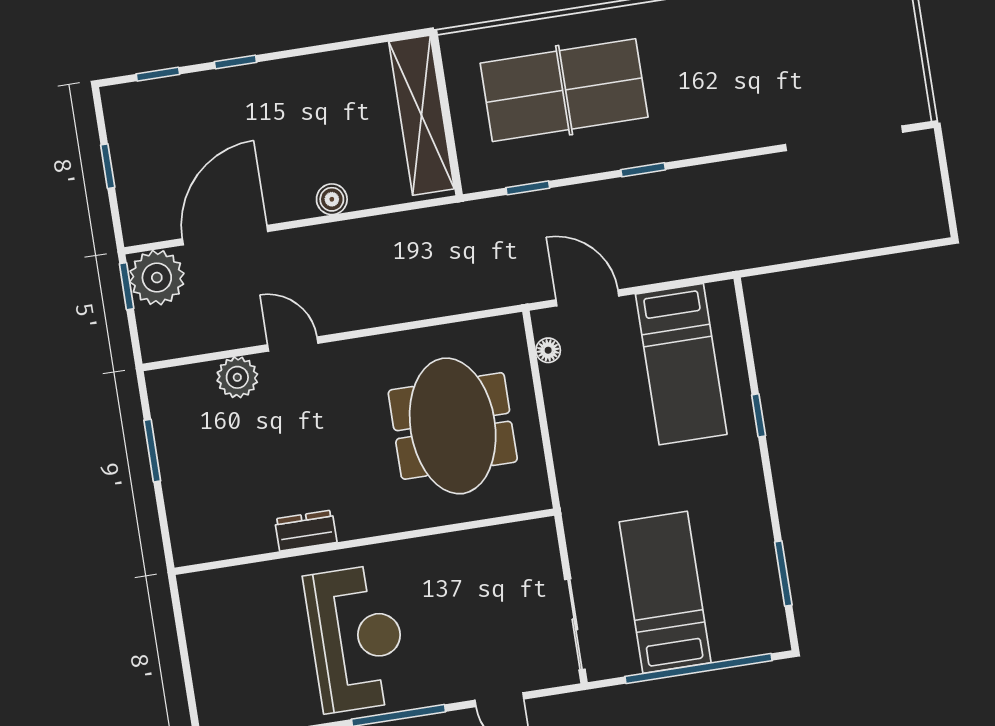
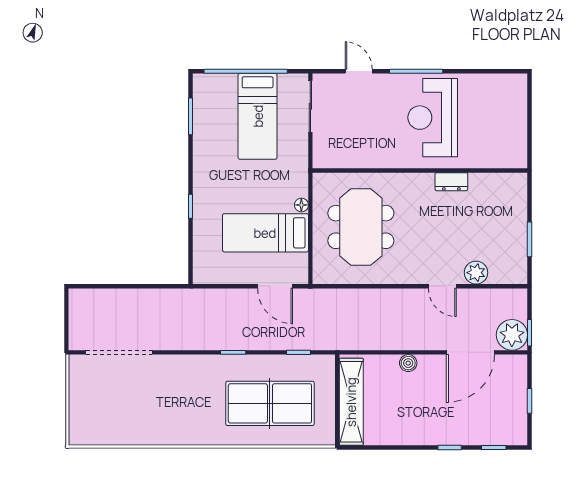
floor lamp: (548, 350) -> (301, 205), moved
bed: (681, 364) -> (265, 233), moved, turned -90

